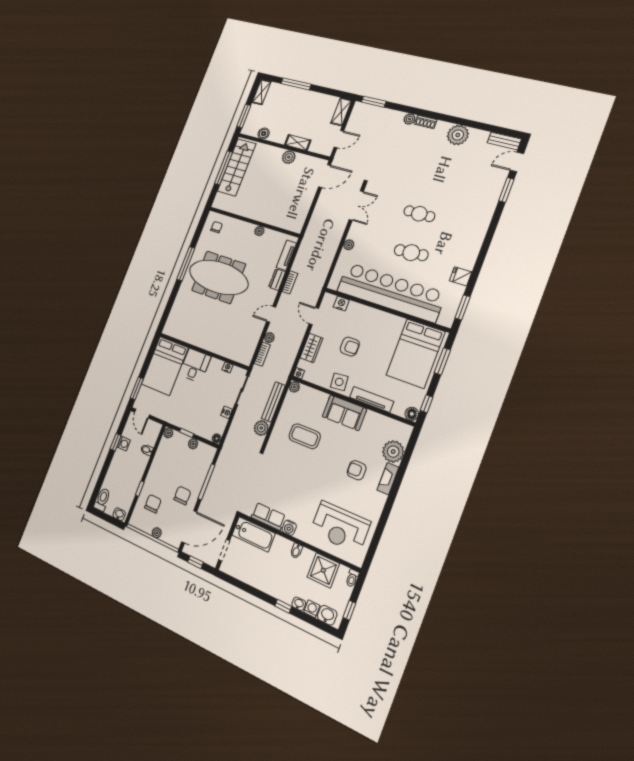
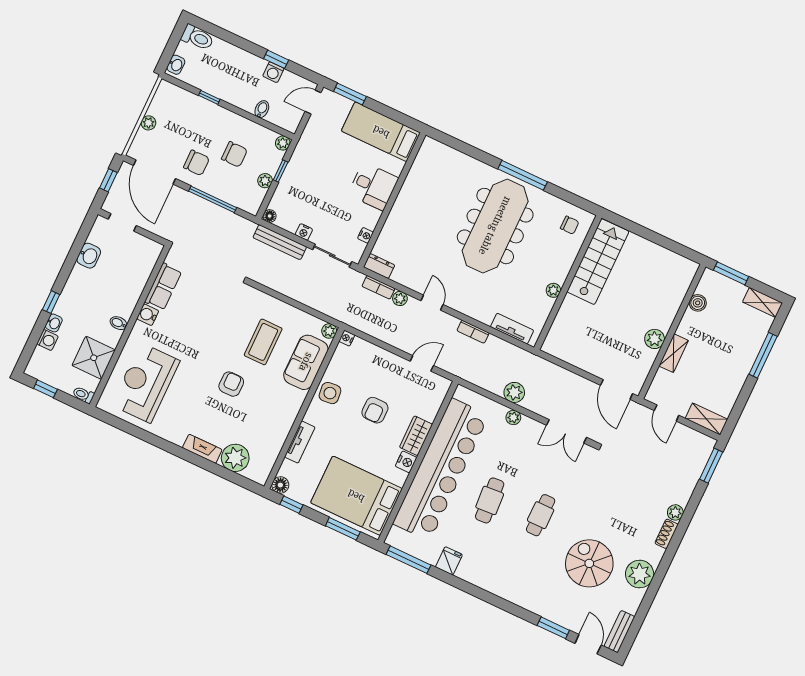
stairs: (237, 167) -> (598, 262), moved, turned -90
window: (223, 168) -> (658, 239), removed
spiral stairs: (453, 172) -> (589, 563), added
dresser: (277, 279) -> (379, 266), moved
nightstand: (341, 303) -> (406, 462), moved
window: (463, 307) -> (409, 560), width x1.44
wardrobe: (311, 348) -> (416, 436), moved, turned 90
bed: (165, 366) -> (381, 132), width x0.67
tv unit: (372, 399) -> (300, 442), width x0.71
bench: (273, 402) -> (280, 242), moved
sofa: (344, 413) -> (306, 362), moved
plant: (261, 428) -> (514, 392), moved
armchair: (357, 470) -> (231, 384), moved
chair: (153, 504) -> (234, 154), moved
bathtub: (253, 534) -> (141, 265), removed
washbasin: (327, 615) -> (89, 256), moved

